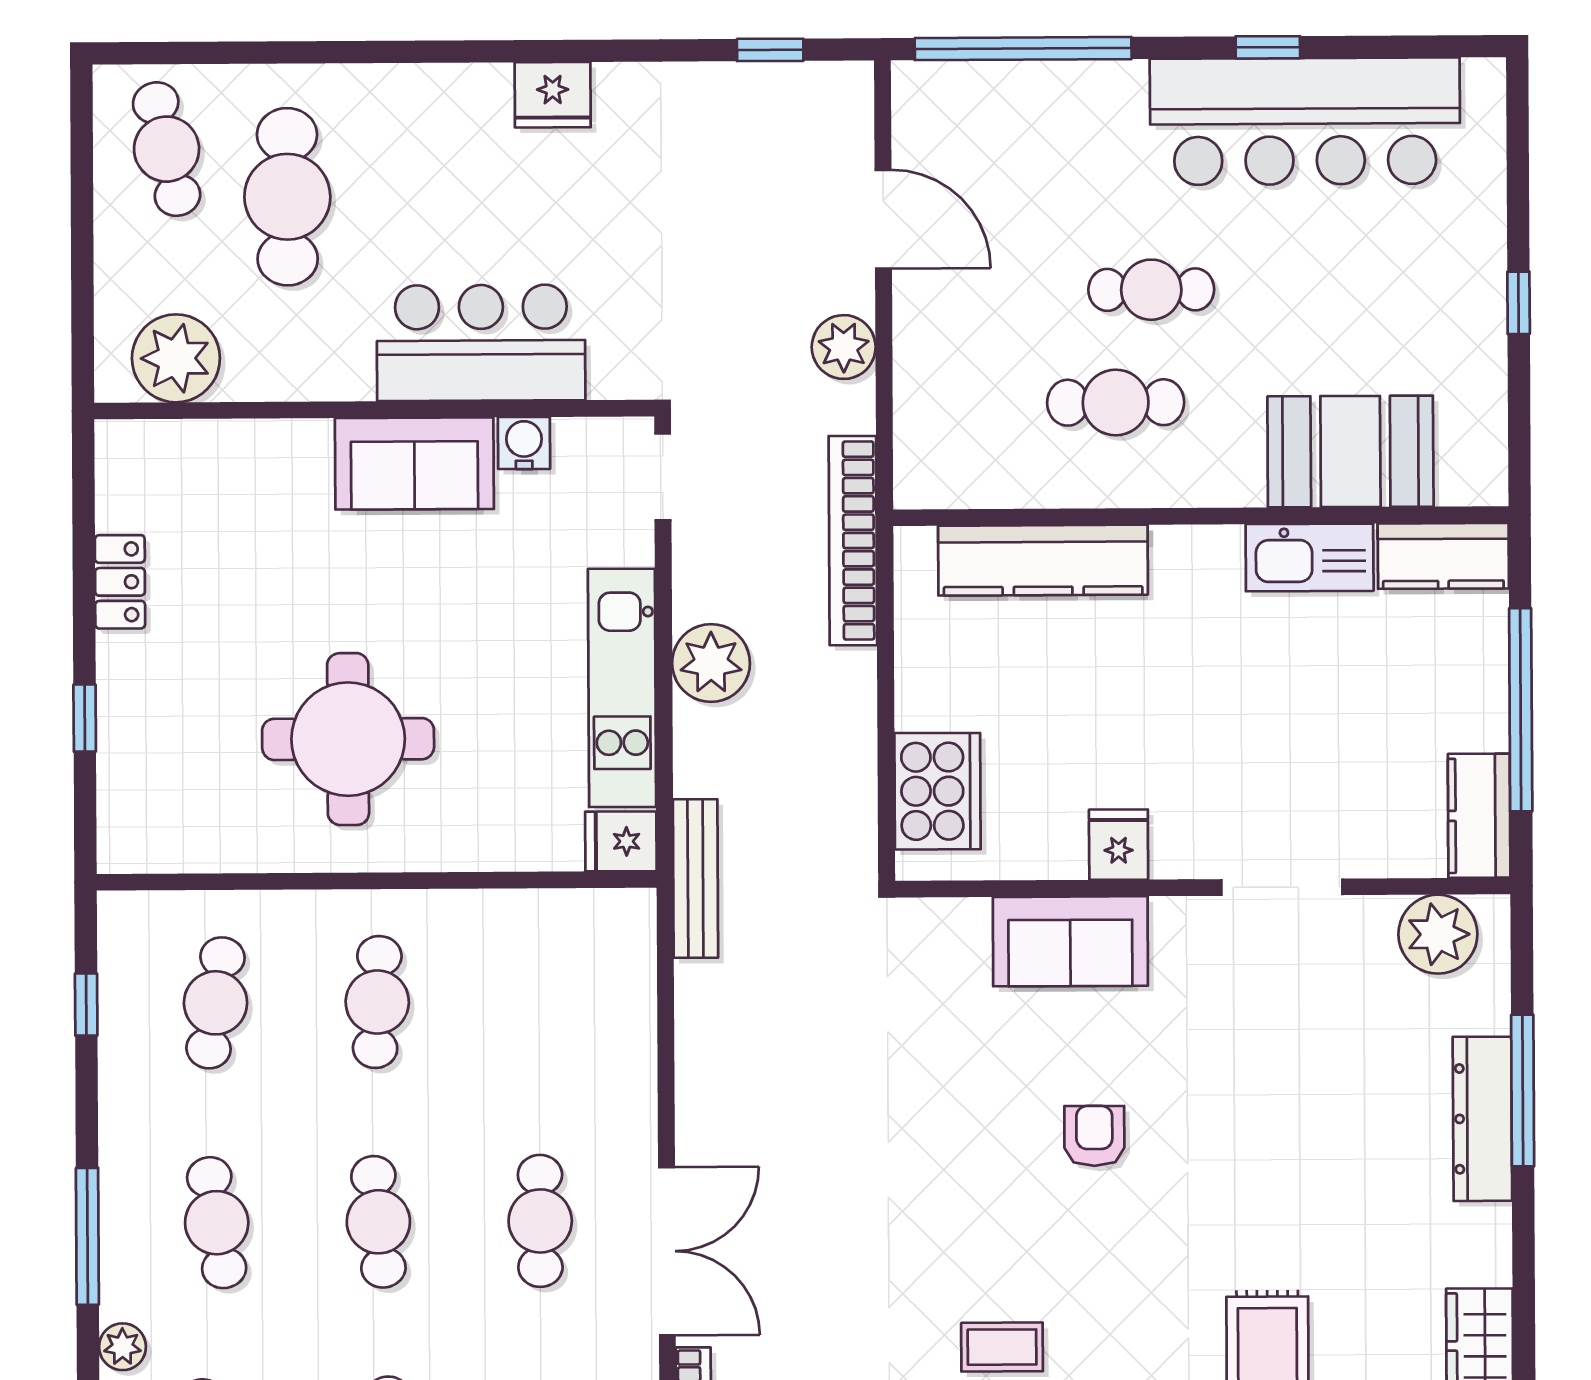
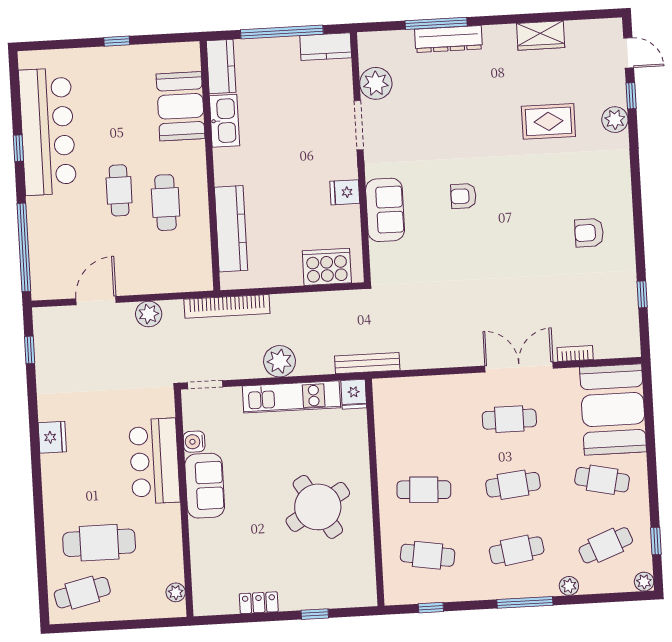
plant: (176, 358) -> (176, 592), width x0.53, depth x0.53
round table: (348, 739) -> (318, 507), turned -31
plant: (1438, 934) -> (376, 83), moved
coffee table: (1002, 1347) -> (551, 229), removed

